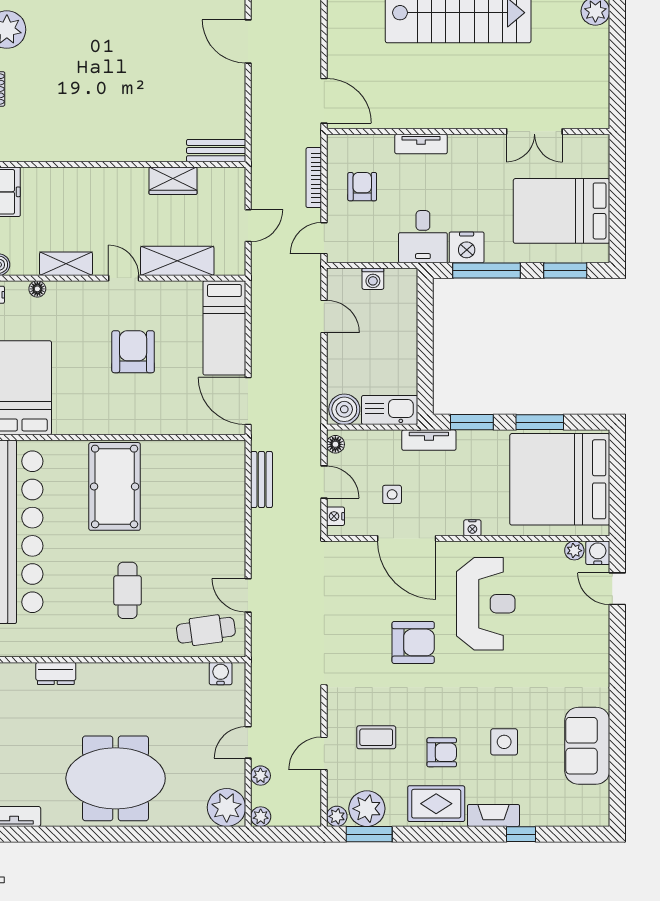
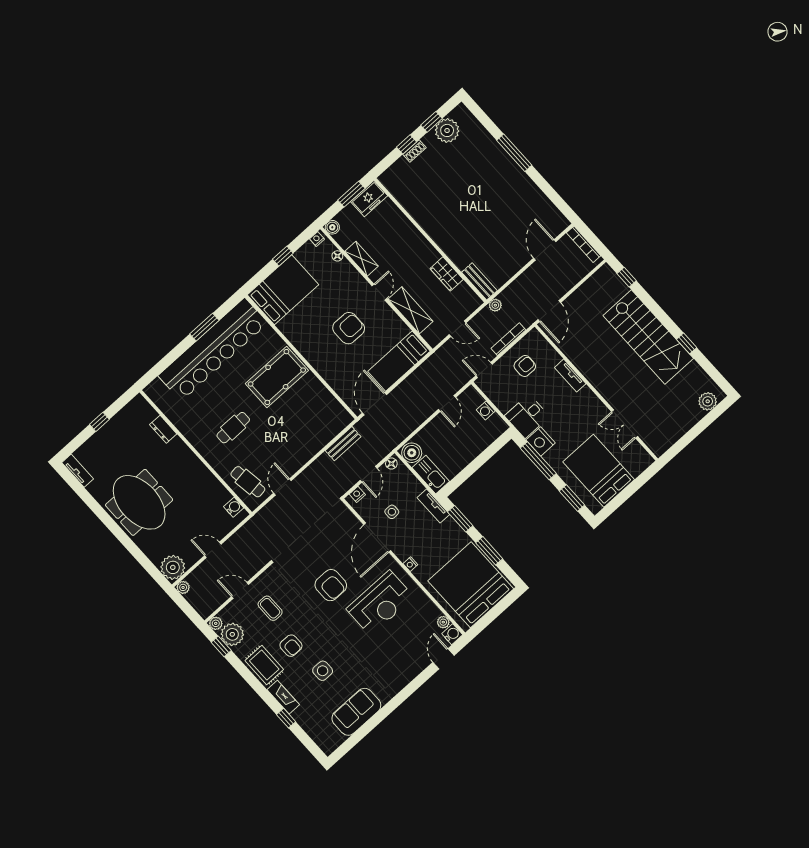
plant: (260, 776) -> (495, 305), moved
window: (369, 834) -> (221, 646), width x0.67

